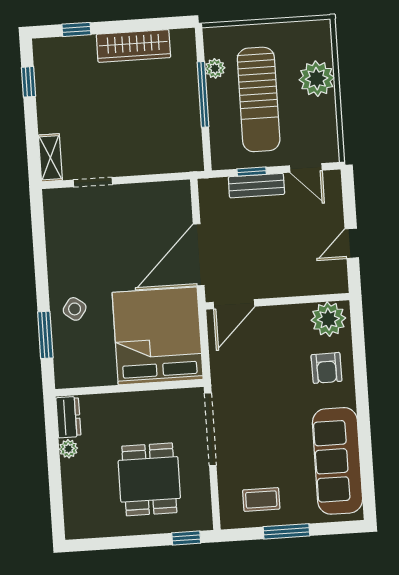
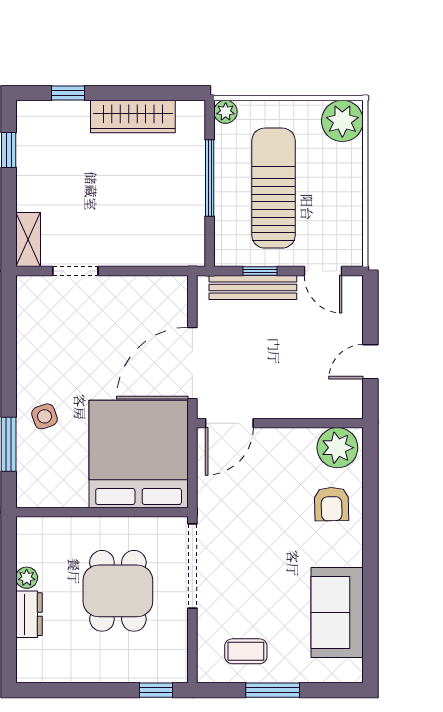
plant: (215, 68) -> (226, 112), moved
plant: (317, 79) -> (342, 121), moved
sun lounger: (259, 99) -> (273, 188), turned 180
bench: (256, 186) -> (253, 288), width x1.36
side table: (75, 309) -> (44, 416), turned 35
dresser: (68, 417) -> (29, 614), moved
sofa: (338, 461) -> (337, 613), width x0.73
dining table: (149, 479) -> (118, 591), moved

